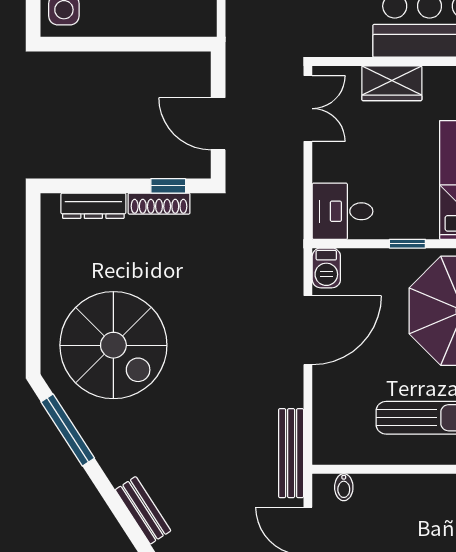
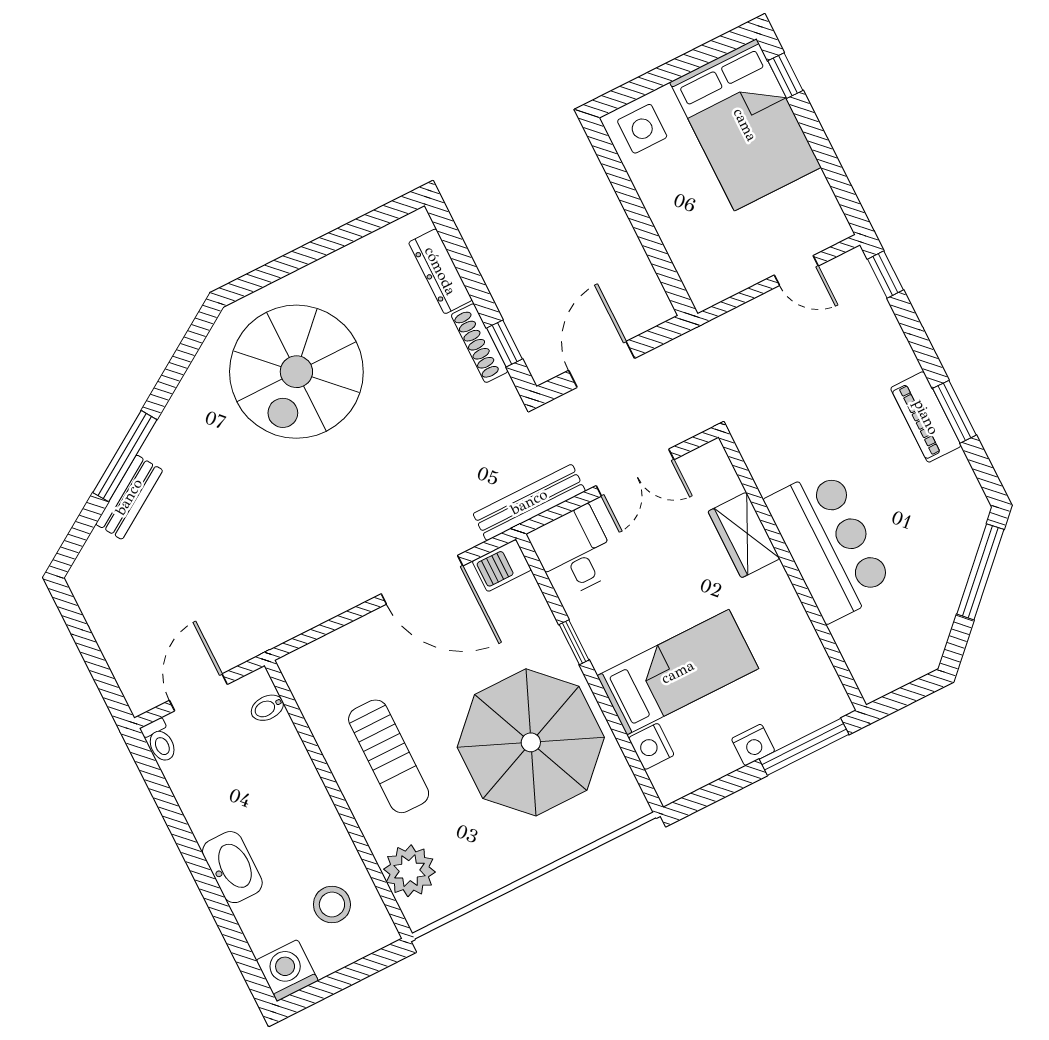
double door: (308, 109) -> (635, 473), moved
window: (68, 430) -> (125, 456), moved
bench: (291, 453) -> (529, 502), moved

